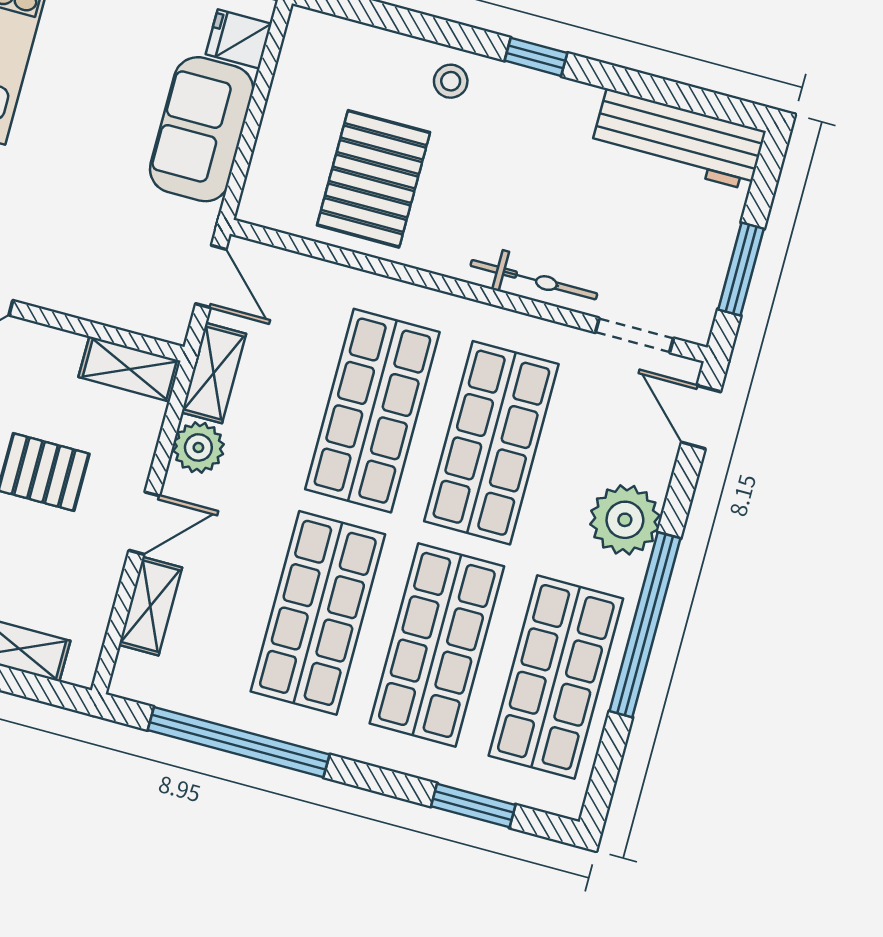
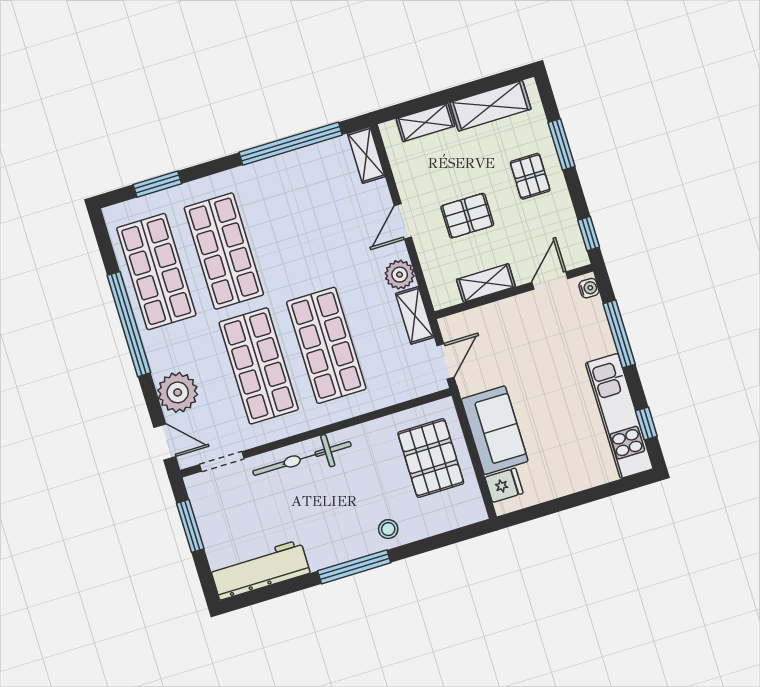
window: (536, 57) -> (354, 567), width x2.17
pallet: (374, 179) -> (431, 458), moved
door: (211, 276) -> (445, 361), swing flipped
bicycle: (534, 280) -> (302, 458), width x1.37, depth x1.40
shelving: (130, 369) -> (486, 283), moved
plant: (625, 520) -> (178, 392), moved
shelving: (150, 606) -> (366, 155), moved
shop shelf: (318, 613) -> (291, 231), removed

